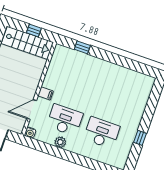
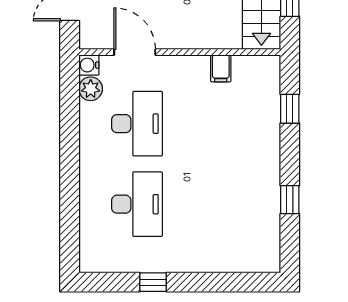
window: (124, 62) -> (290, 200), added
filing cabinet: (46, 93) -> (221, 68), moved
plant: (60, 142) -> (91, 89), moved

